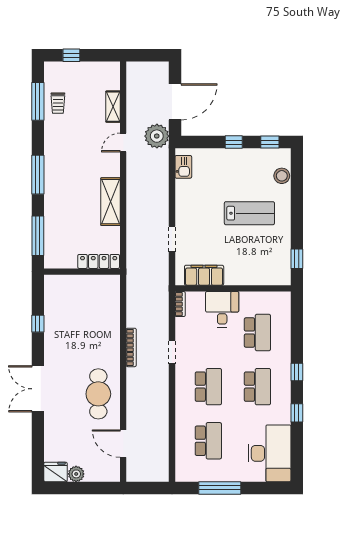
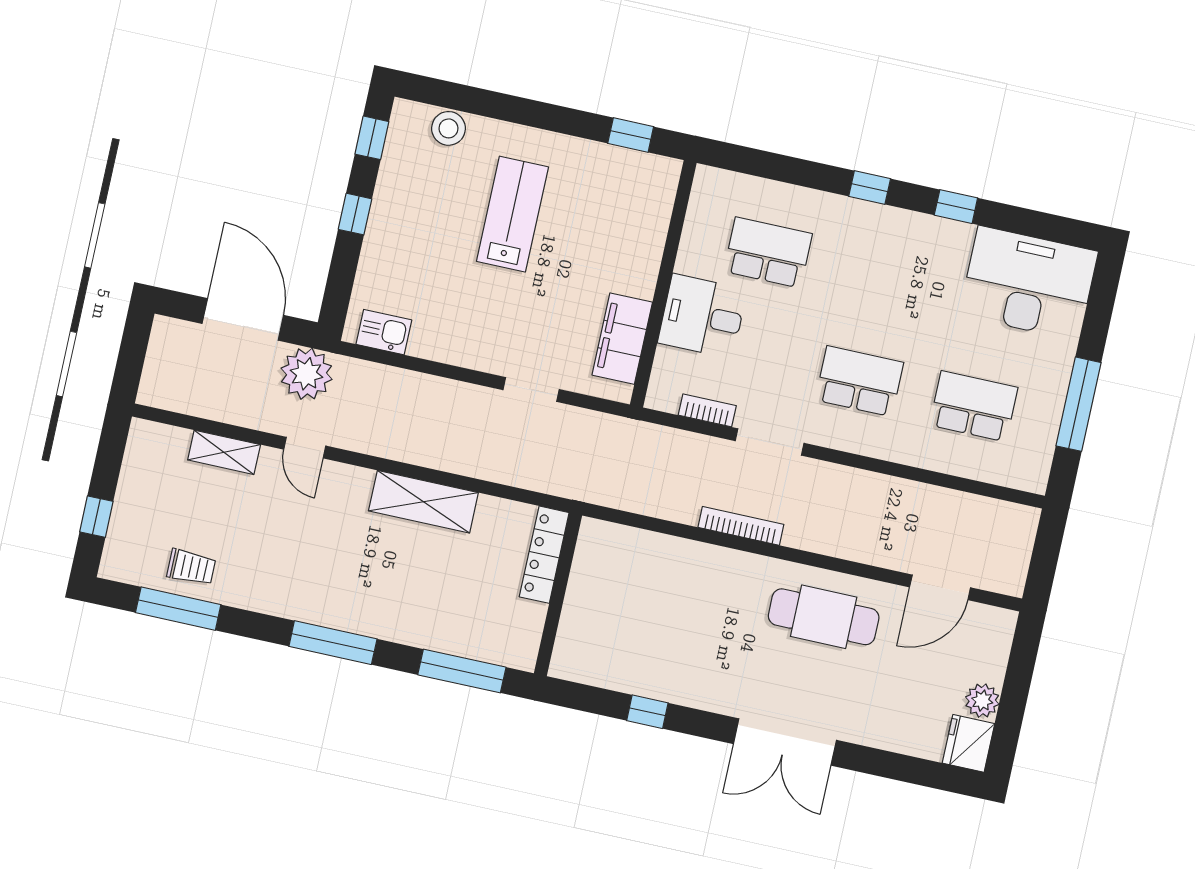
bookcase: (180, 304) -> (707, 410), moved
doorway: (172, 352) -> (770, 442), width x1.38
school desk: (257, 387) -> (882, 278), removed

